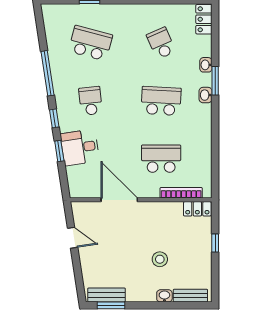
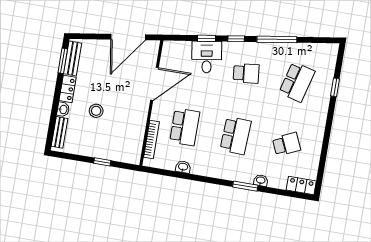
washbasin: (206, 95) -> (183, 167), moved
locker: (197, 209) -> (68, 89), moved, turned 180
door: (73, 238) -> (128, 37), width x1.88

